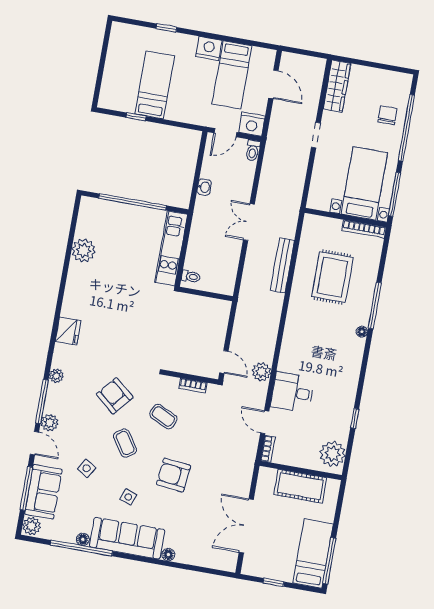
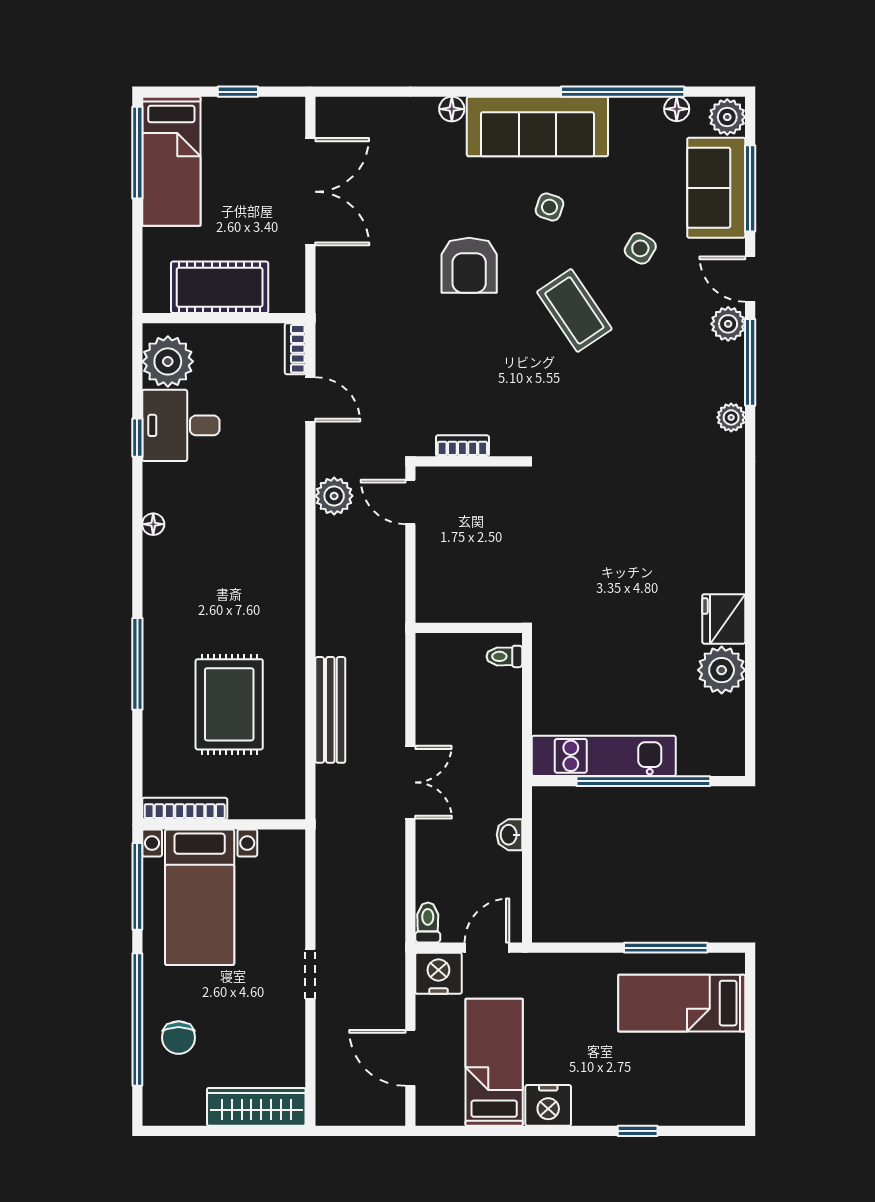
bed: (155, 85) -> (682, 1003), moved, turned 90
wardrobe: (337, 86) -> (256, 1107), moved, turned 90
window: (136, 117) -> (666, 948), width x2.17
kitchen unit: (171, 248) -> (604, 756), moved, turned -90
fridge: (68, 331) -> (724, 619), moved
floor lamp: (362, 332) -> (153, 524), moved
desk: (292, 392) -> (181, 425), moved, turned 180
armchair: (115, 396) -> (611, 399), removed
coffee table: (163, 416) -> (509, 375), removed
coffee table: (125, 443) -> (574, 310), width x1.36, depth x1.30
armchair: (174, 475) -> (469, 265), turned 84
floor lamp: (83, 539) -> (677, 109), moved

